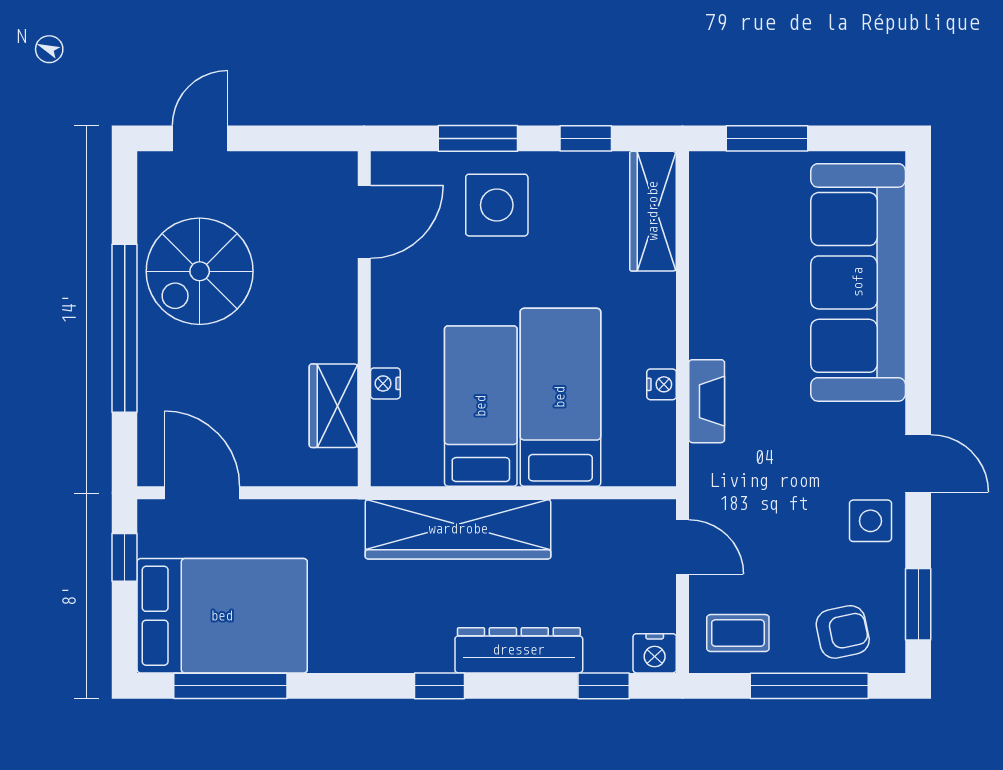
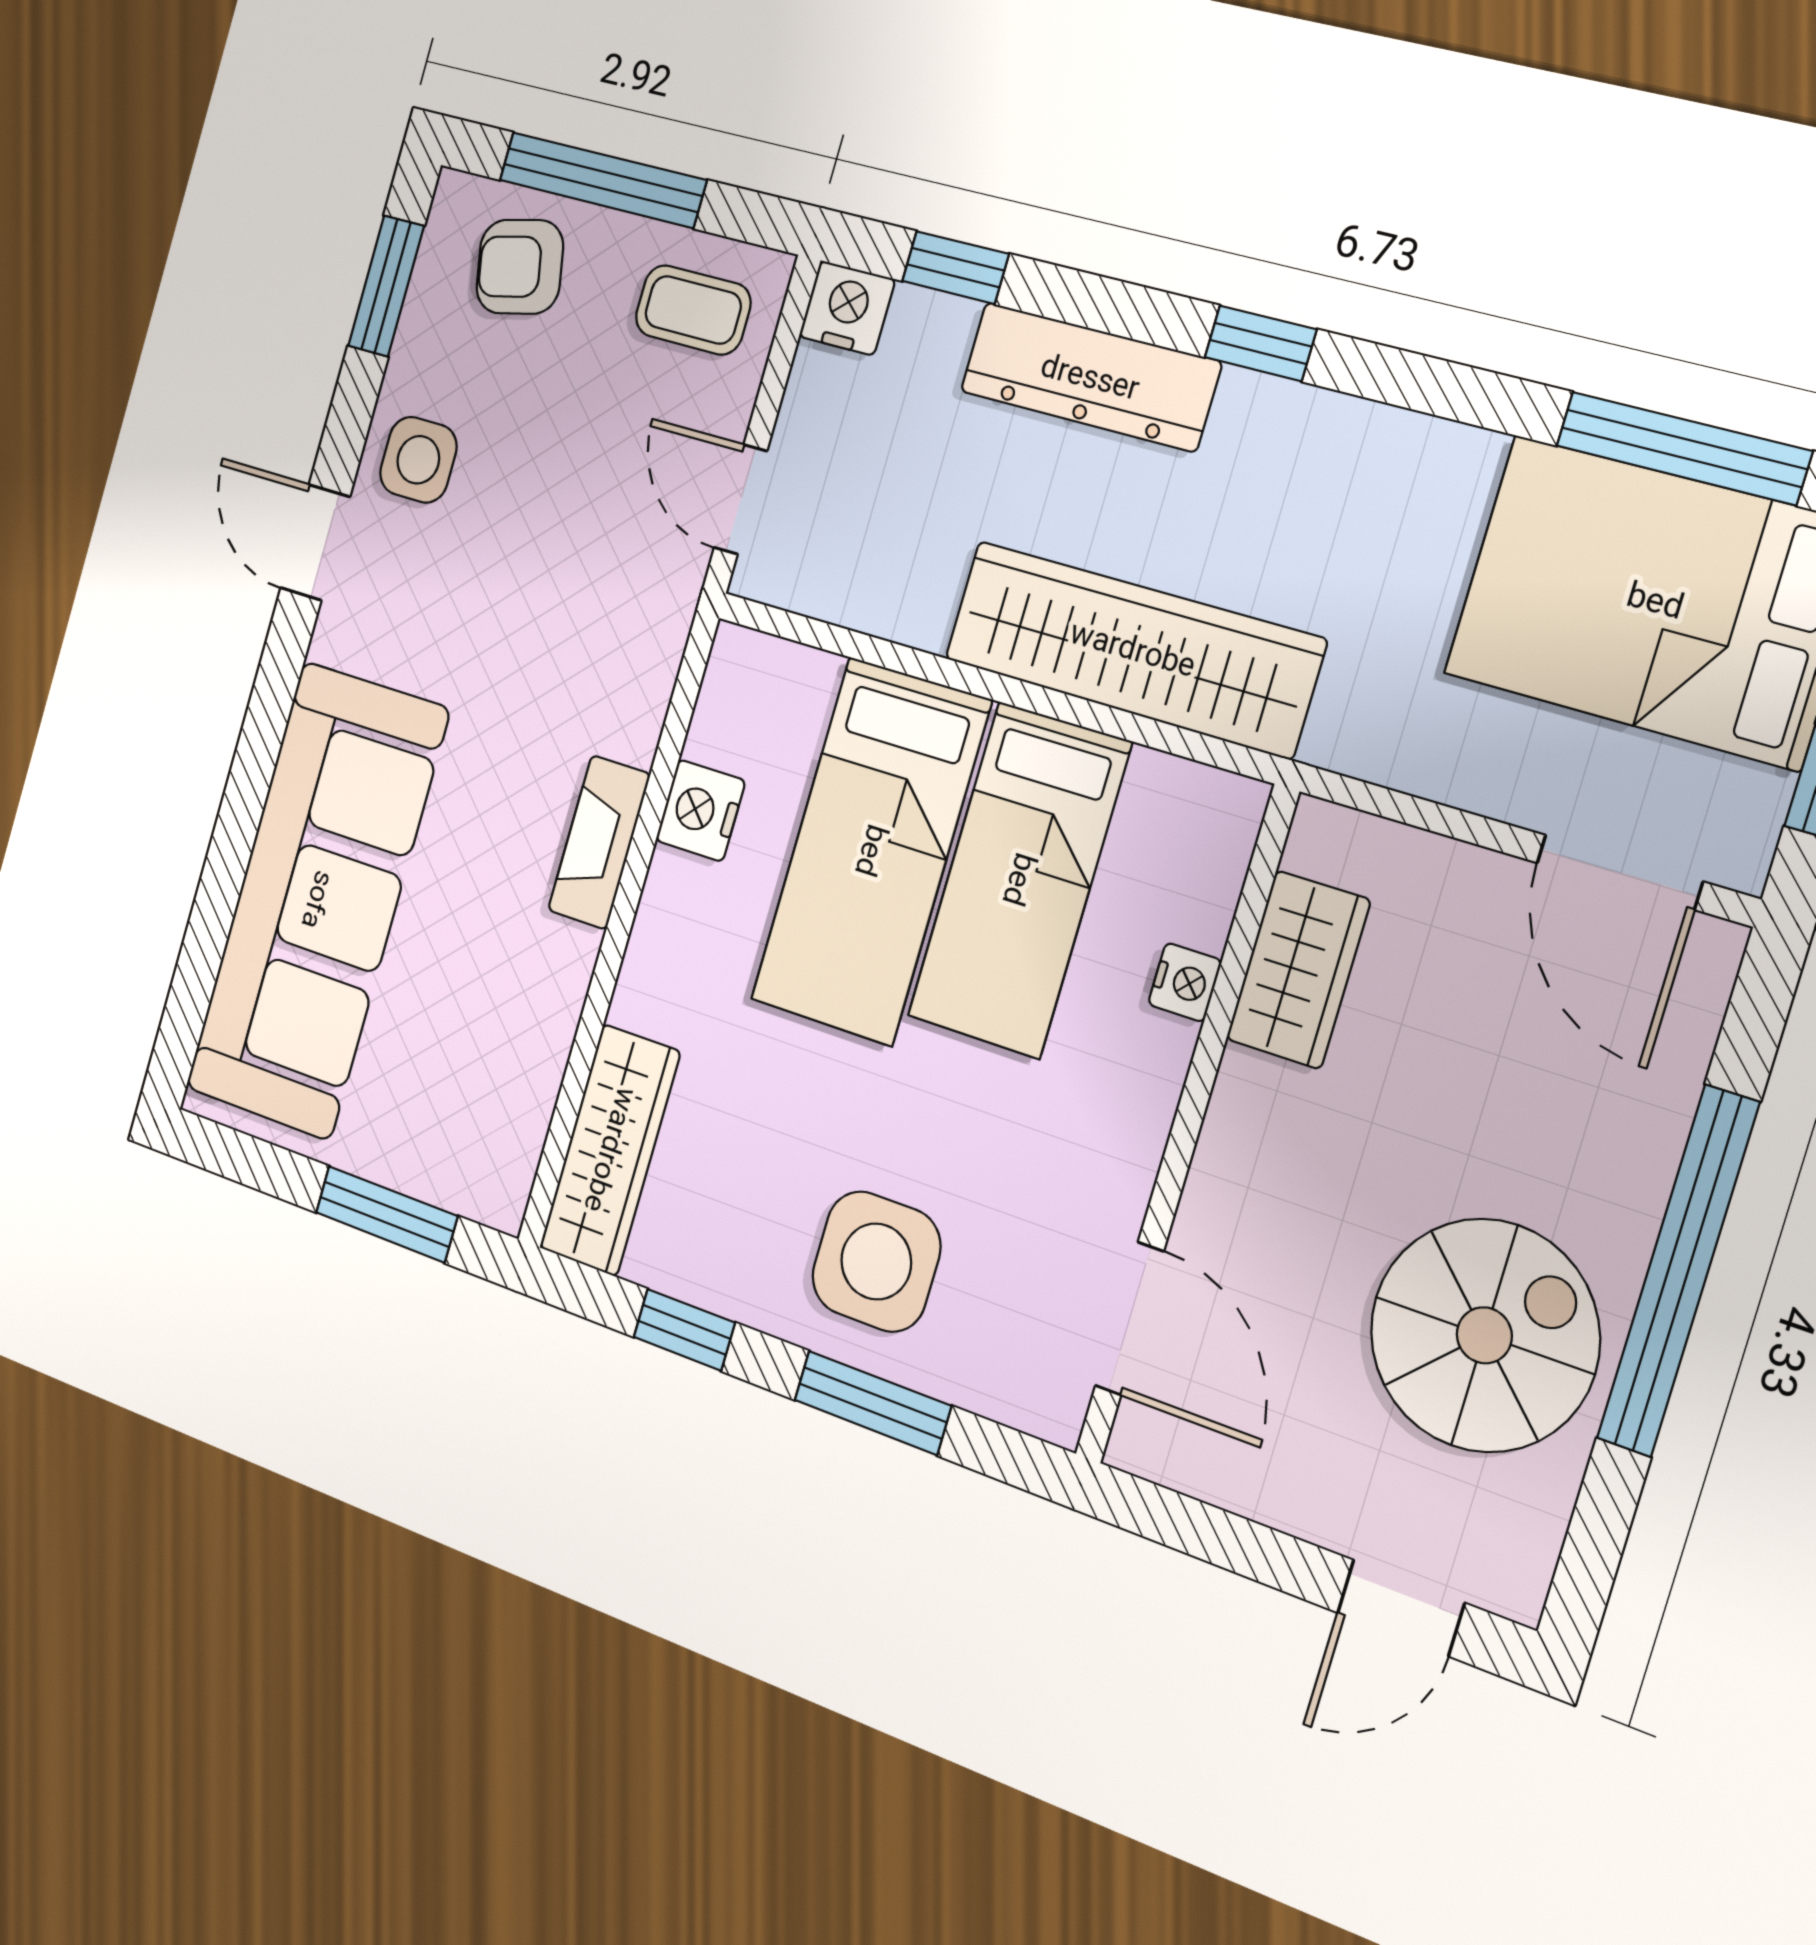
door: (364, 222) -> (1130, 1318), swing flipped
nightstand: (662, 384) -> (700, 811), width x1.39, depth x1.35
fireplace: (707, 401) -> (599, 842), moved

